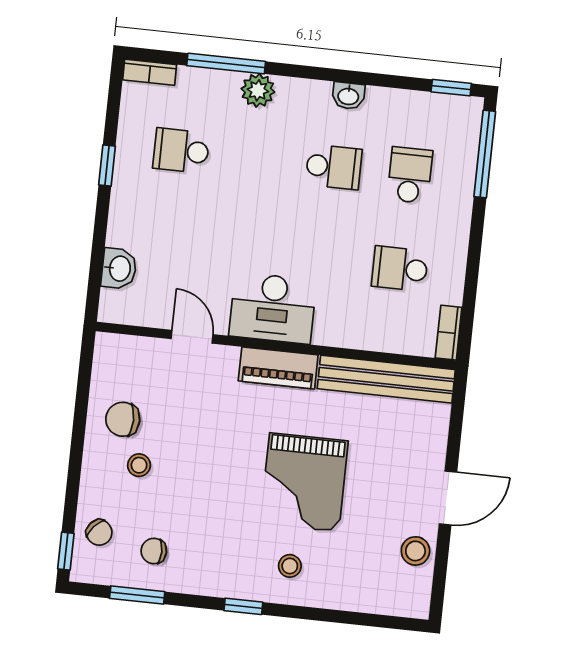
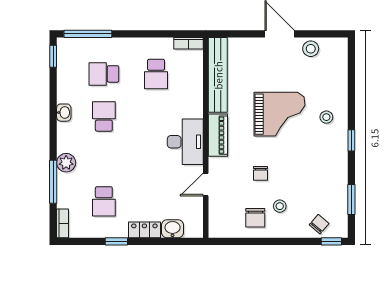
locker: (122, 218) -> (144, 230), added
chair: (154, 551) -> (260, 173), moved

